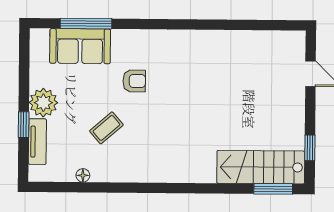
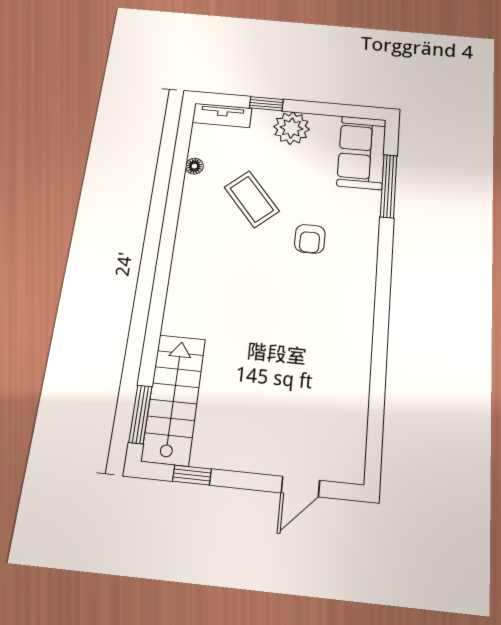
sofa: (80, 46) -> (362, 152), moved
coffee table: (106, 128) -> (252, 199), width x1.36, depth x1.30
tv unit: (37, 142) -> (222, 115), moved

